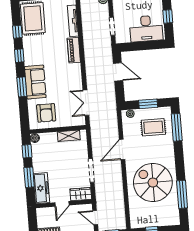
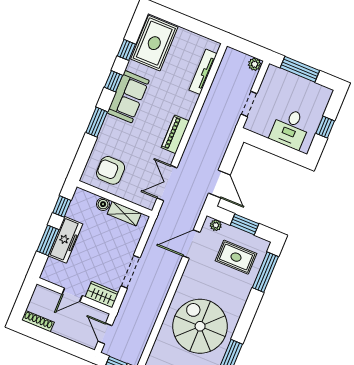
desk: (146, 29) -> (290, 128), width x0.73
piano: (74, 50) -> (175, 134), moved
door: (118, 72) -> (219, 184), moved
sofa: (35, 82) -> (128, 97), moved
armchair: (46, 113) -> (111, 170), turned 90
boiler: (35, 138) -> (103, 204), moved
door: (122, 149) -> (191, 244), moved
freezer: (41, 188) -> (65, 240), moved

